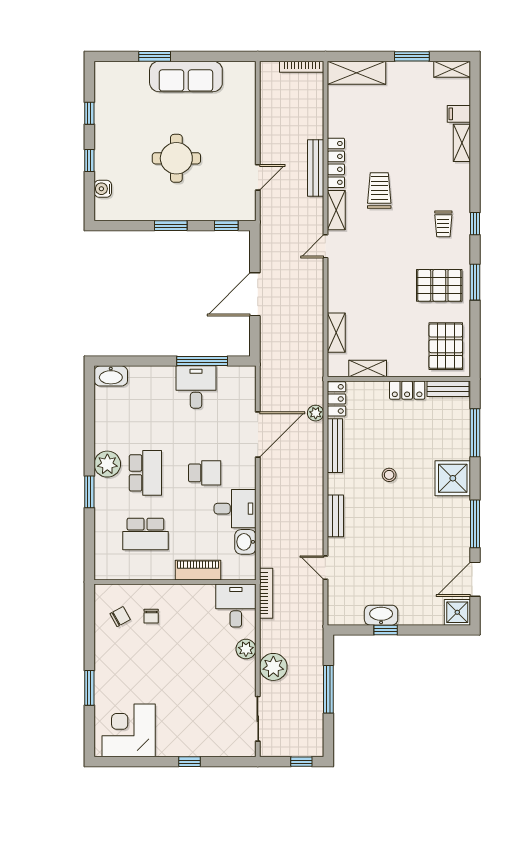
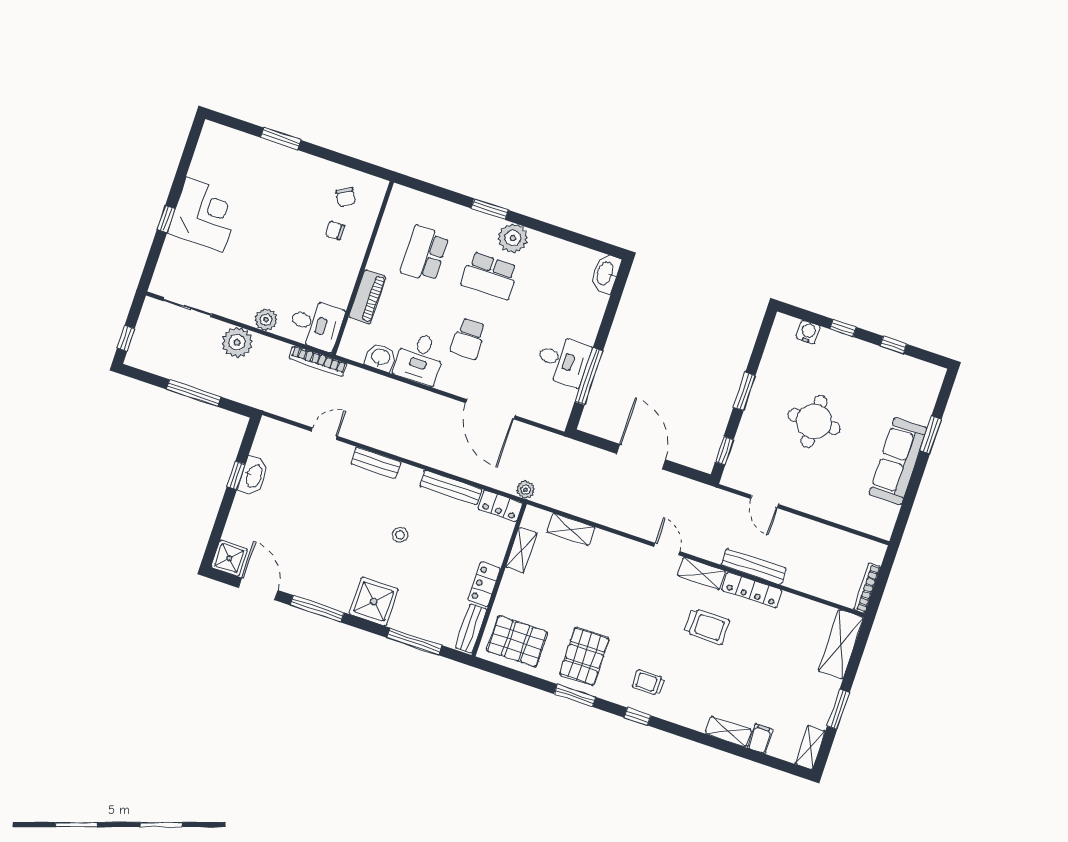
plant: (316, 413) -> (526, 490), moved
corner desk: (129, 730) -> (205, 215), moved

